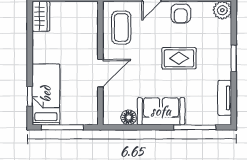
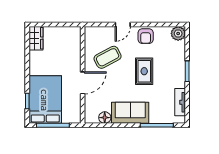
coffee table: (121, 27) -> (108, 57), moved, turned 62
rug: (179, 58) -> (144, 71), turned 90
bed: (46, 94) -> (45, 100), width x1.50

